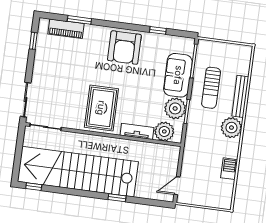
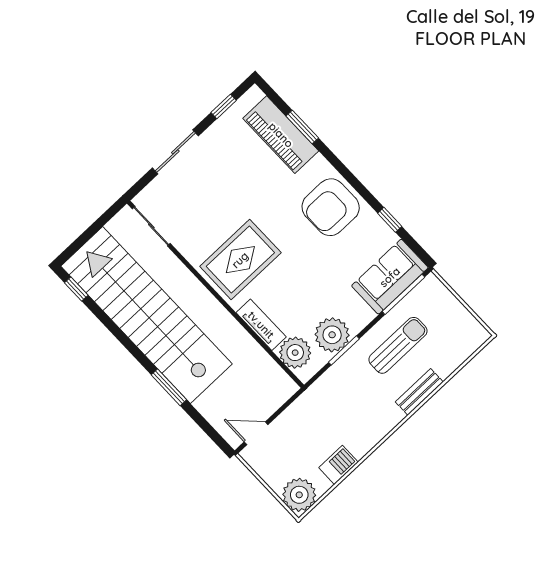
piano: (66, 29) -> (281, 135), width x1.37, depth x1.33
sofa: (178, 75) -> (390, 277), moved
sun lounger: (211, 88) -> (398, 345), turned 180
bench: (240, 96) -> (419, 392), width x0.73
sliding door: (26, 100) -> (175, 152), moved
plant: (231, 128) -> (299, 495), moved
window: (117, 198) -> (169, 387), width x1.50

